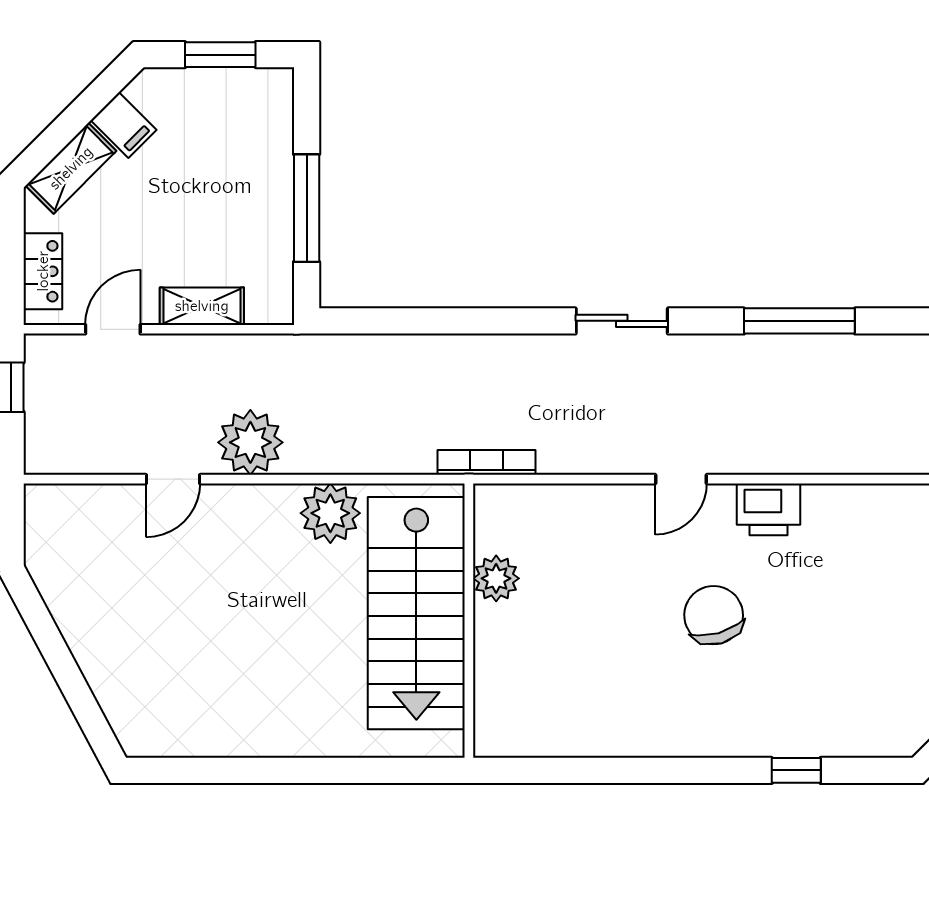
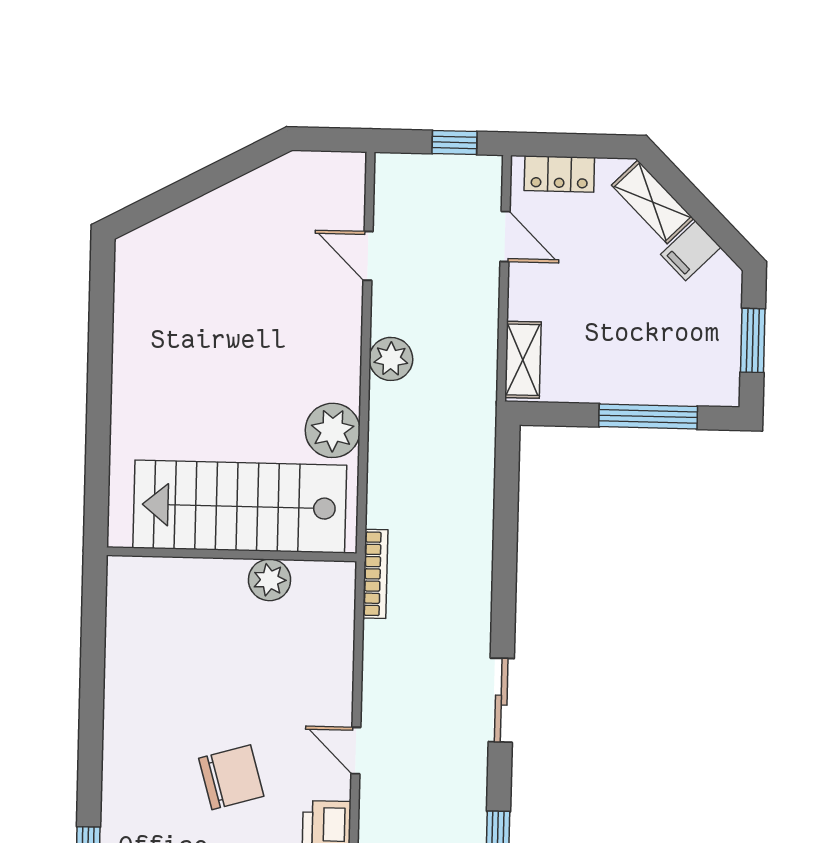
window: (307, 208) -> (648, 417), moved
shelving: (202, 306) -> (523, 360), moved
plant: (250, 442) -> (391, 359), width x0.73, depth x0.73
door: (173, 479) -> (368, 256), moved

